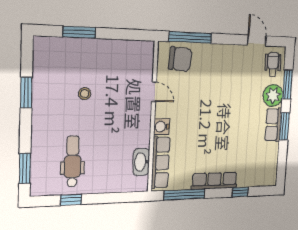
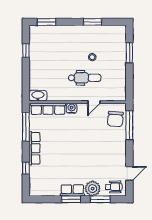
dental chair: (73, 161) -> (85, 78), moved
washbasin: (141, 162) -> (38, 96), moved

